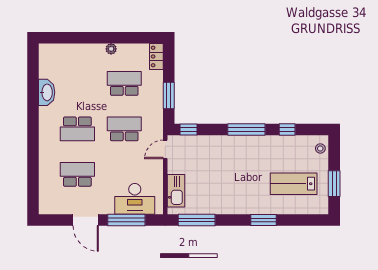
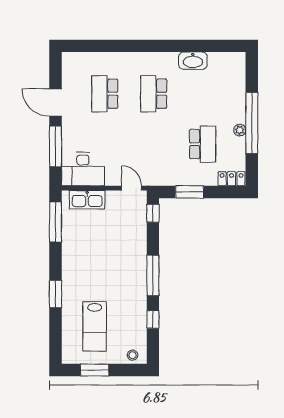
window: (105, 38) -> (252, 123), added
school desk: (124, 129) -> (154, 144), removed
school desk: (77, 174) -> (105, 94), turned 180
lab bench: (294, 184) -> (95, 326), turned 180
desk: (135, 199) -> (83, 169), moved, turned -90
door: (86, 220) -> (56, 103), hinge flipped

